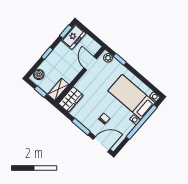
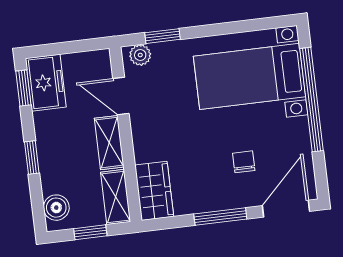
shelving: (73, 73) -> (109, 143), added

